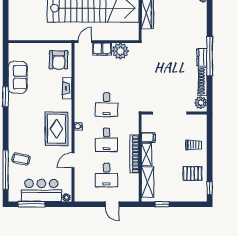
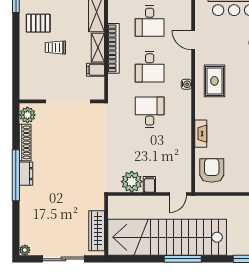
filing cabinet: (102, 49) -> (149, 184), width x0.50
rug: (57, 129) -> (214, 81), width x0.73, depth x0.70
desk: (107, 140) -> (150, 67), turned 180
trolley: (194, 145) -> (55, 47), moved
door: (73, 160) -> (193, 40), swing flipped
desk: (107, 175) -> (150, 21), turned 180

